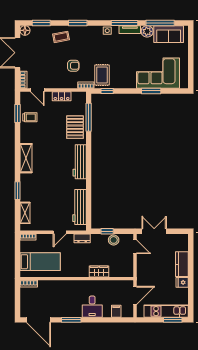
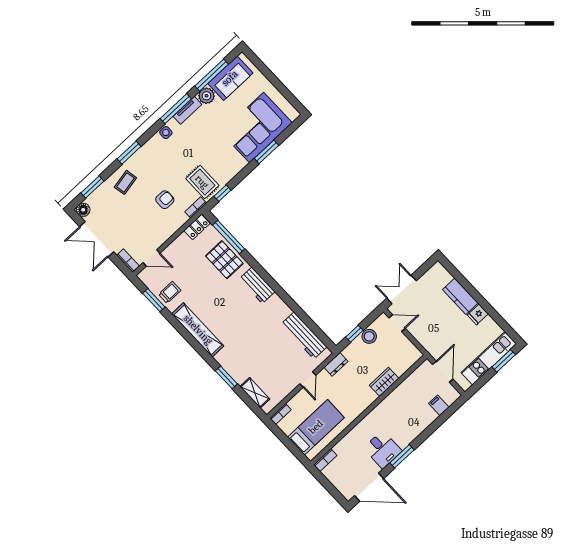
locker: (62, 96) -> (197, 227), moved
shelving: (26, 158) -> (198, 330), width x1.47
workbench: (80, 162) -> (257, 285), width x0.73
desk: (92, 307) -> (383, 450), moved

